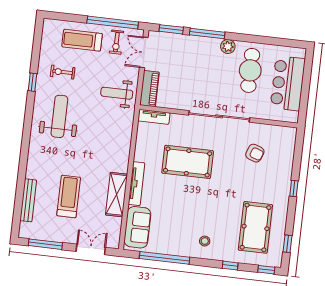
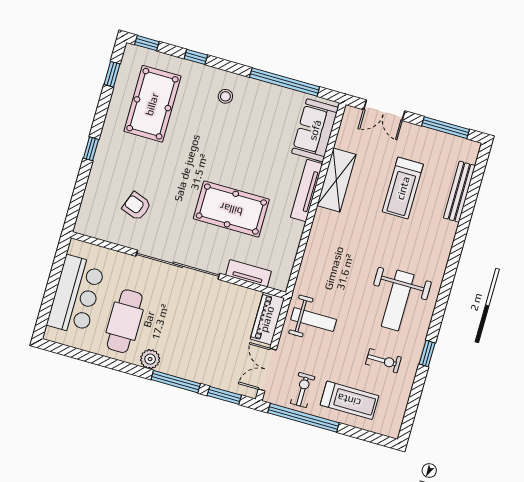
double door: (144, 52) -> (267, 370), swing flipped
tv unit: (154, 117) -> (248, 273), moved

